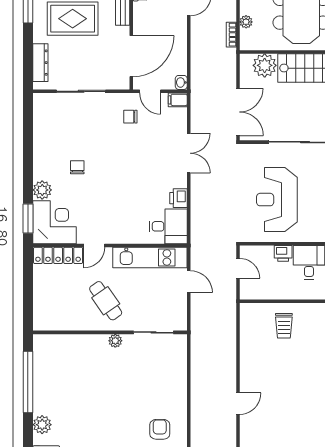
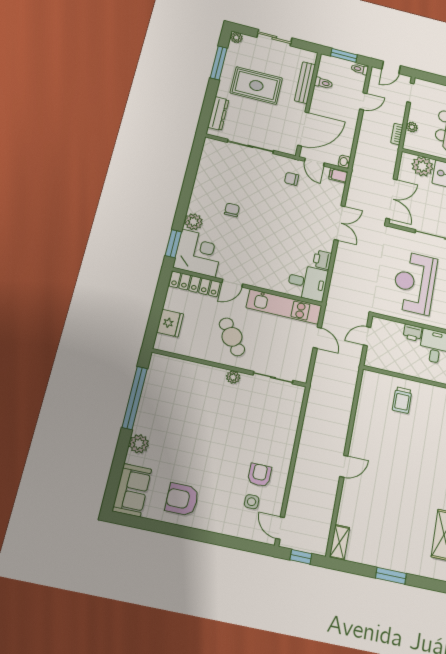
door: (238, 268) -> (367, 336), swing flipped
fridge: (44, 301) -> (170, 323), added

